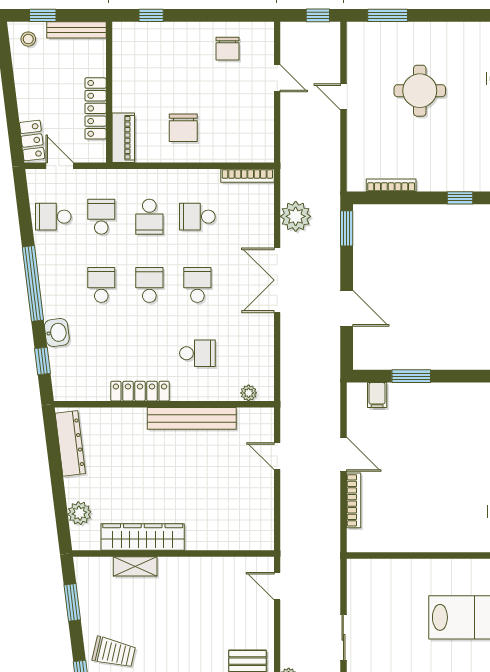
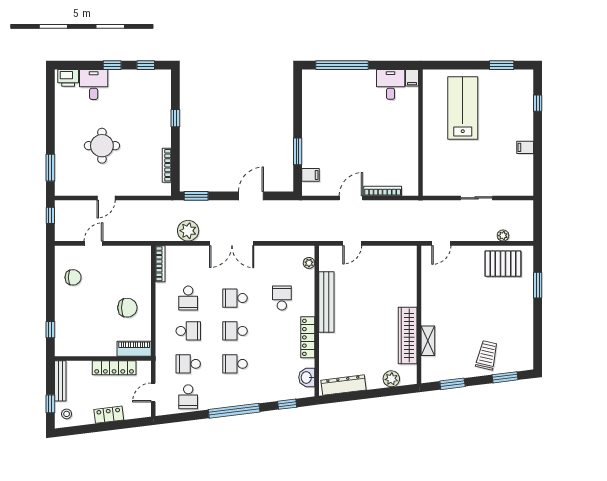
locker: (32, 141) -> (109, 415), moved
washbasin: (57, 332) -> (307, 377), moved, turned -83

